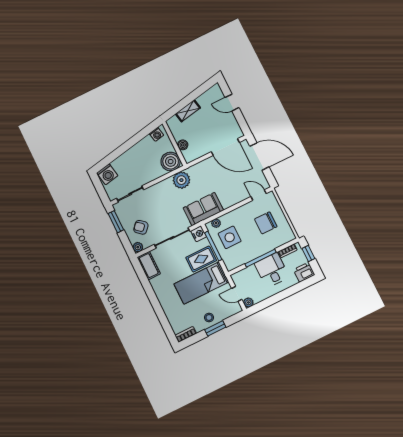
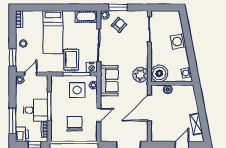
shelving: (188, 111) -> (196, 124), moved
door: (225, 147) -> (149, 108), moved
washing machine: (107, 174) -> (178, 41), moved
door: (259, 195) -> (99, 115), moved
window: (116, 222) -> (118, 7), moved
bed: (201, 283) -> (53, 32), moved, turned 180
window: (295, 289) -> (13, 121), added
window: (215, 328) -> (13, 58), moved

